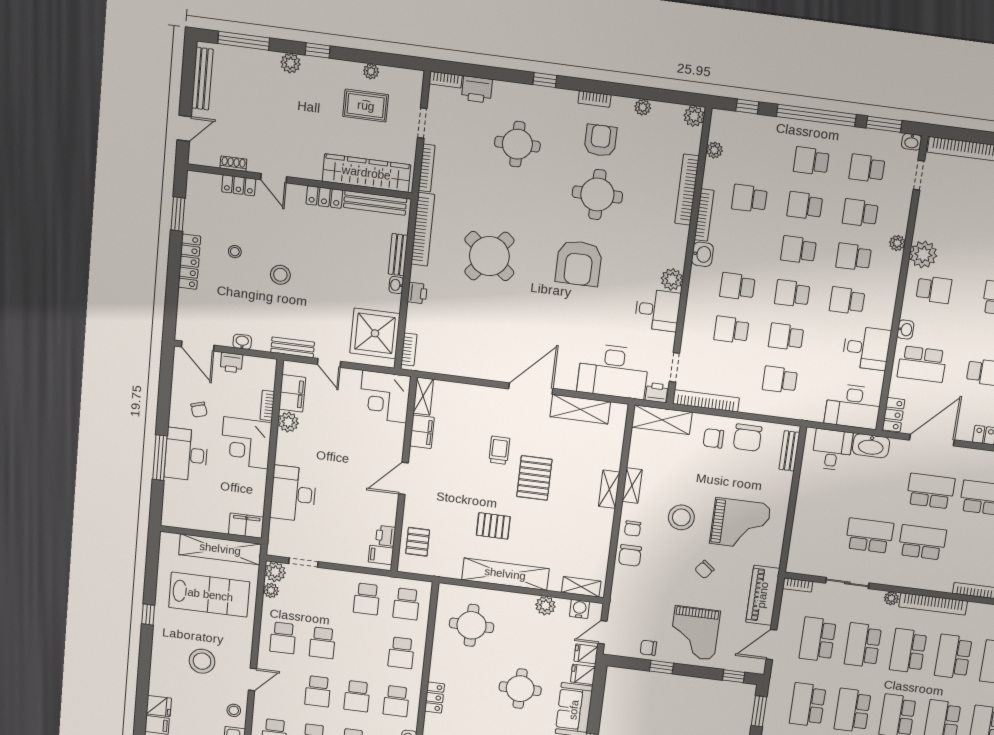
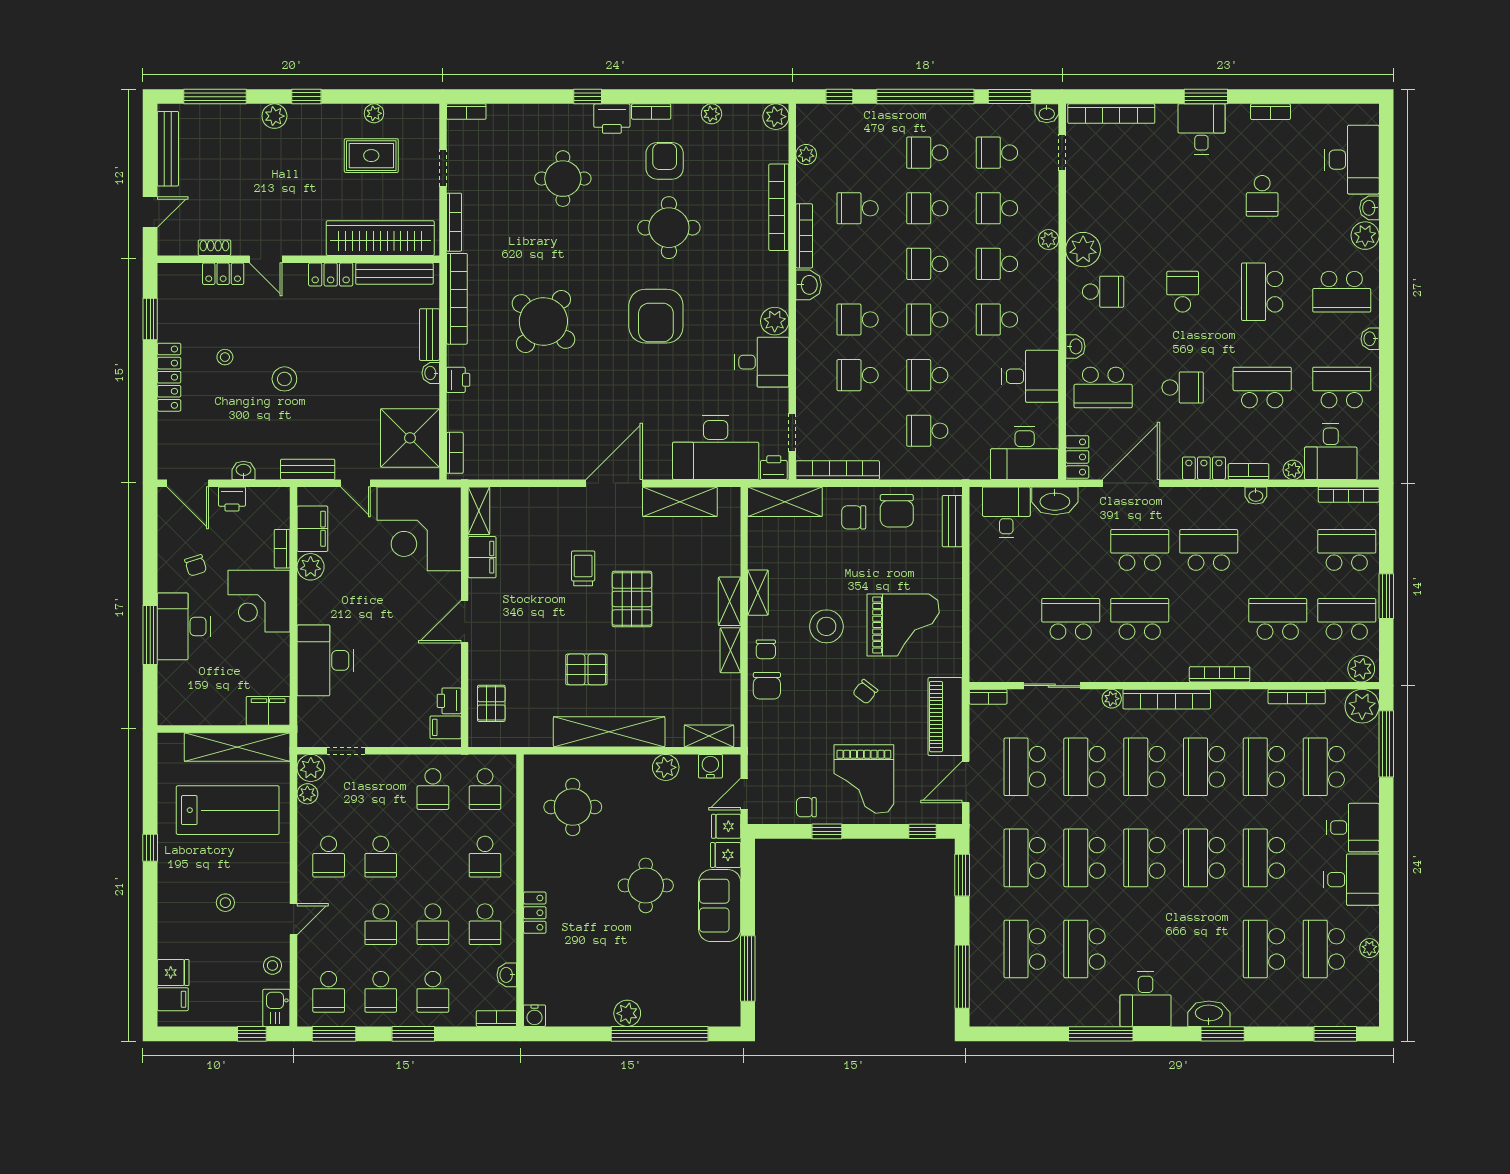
printer: (477, 89) -> (612, 119), moved
corner desk: (385, 397) -> (419, 529), width x1.36, depth x1.36
shelving: (605, 526) -> (730, 650), added
stool: (202, 661) -> (225, 903), width x0.53, depth x0.53

